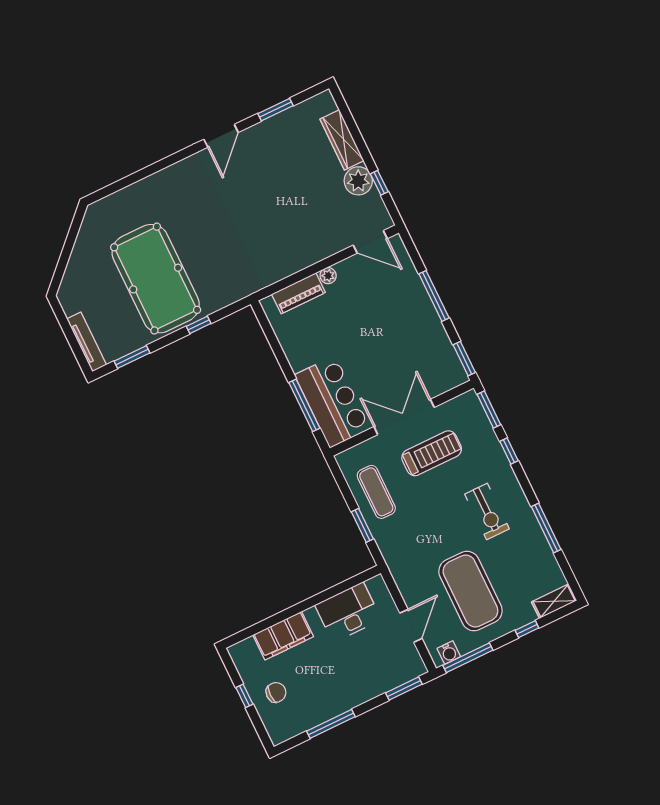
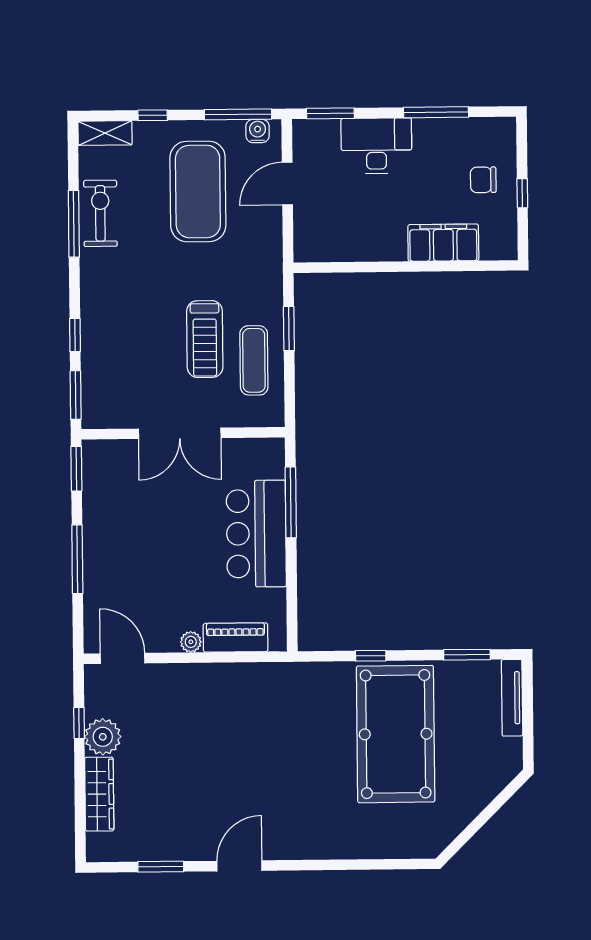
bar counter: (332, 402) -> (256, 534), moved
treadmill: (432, 453) -> (205, 339), moved, turned -90
exercise bike: (487, 511) -> (100, 213), moved
desk: (348, 612) -> (376, 146), moved, turned 180

